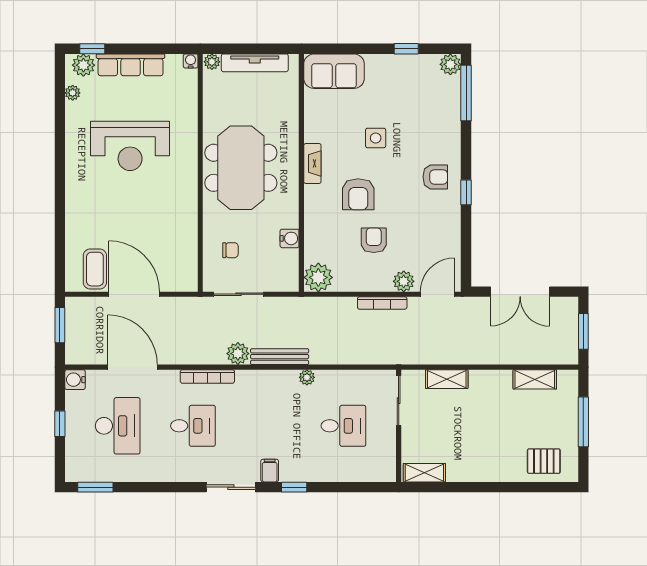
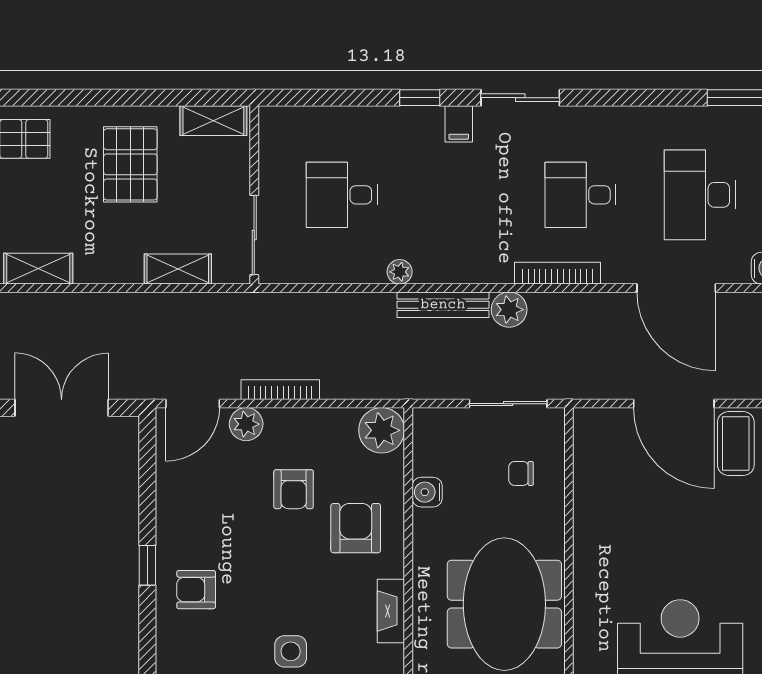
armchair: (358, 194) -> (356, 528), moved
pallet: (477, 445) -> (130, 164), added

